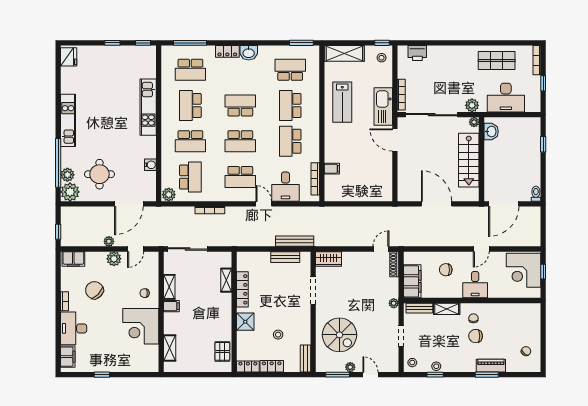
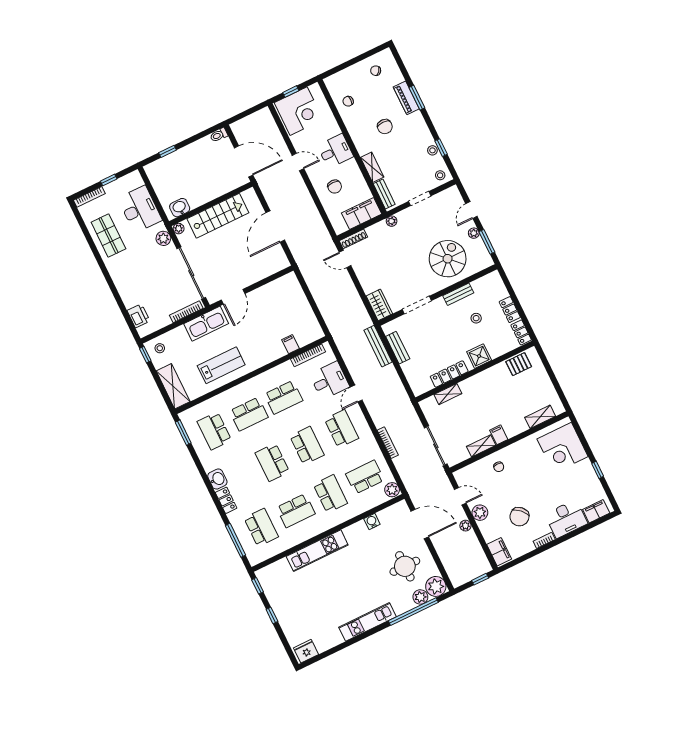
chair: (473, 318) -> (348, 101), moved
corner desk: (141, 326) -> (563, 448), moved, turned 90
bench: (305, 359) -> (458, 294), moved

